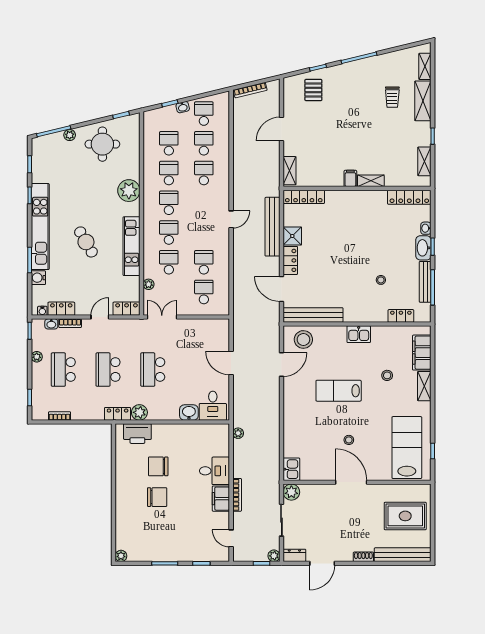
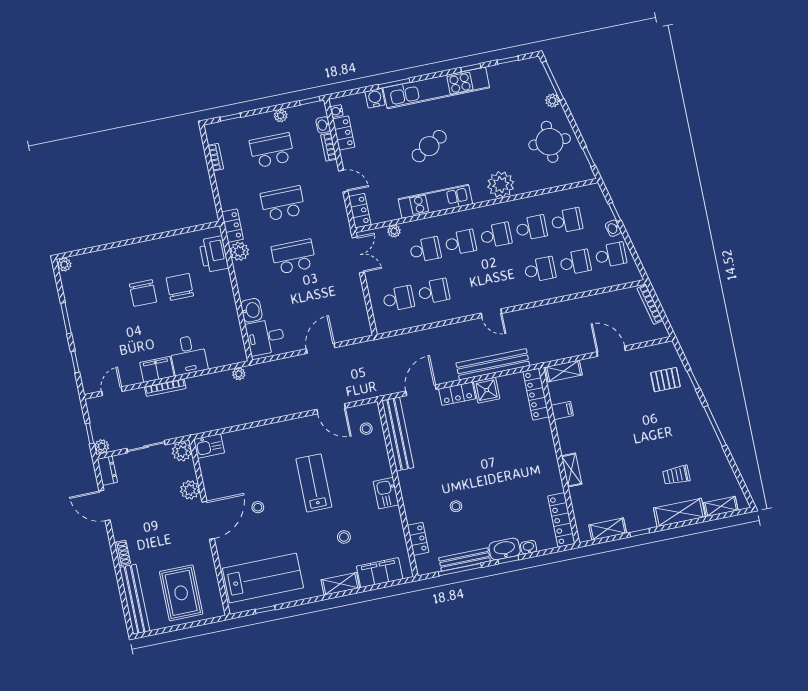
filing cabinet: (350, 178) -> (562, 410), moved
stool: (303, 339) -> (366, 429), width x0.53, depth x0.53
plant: (324, 492) -> (190, 490), added

